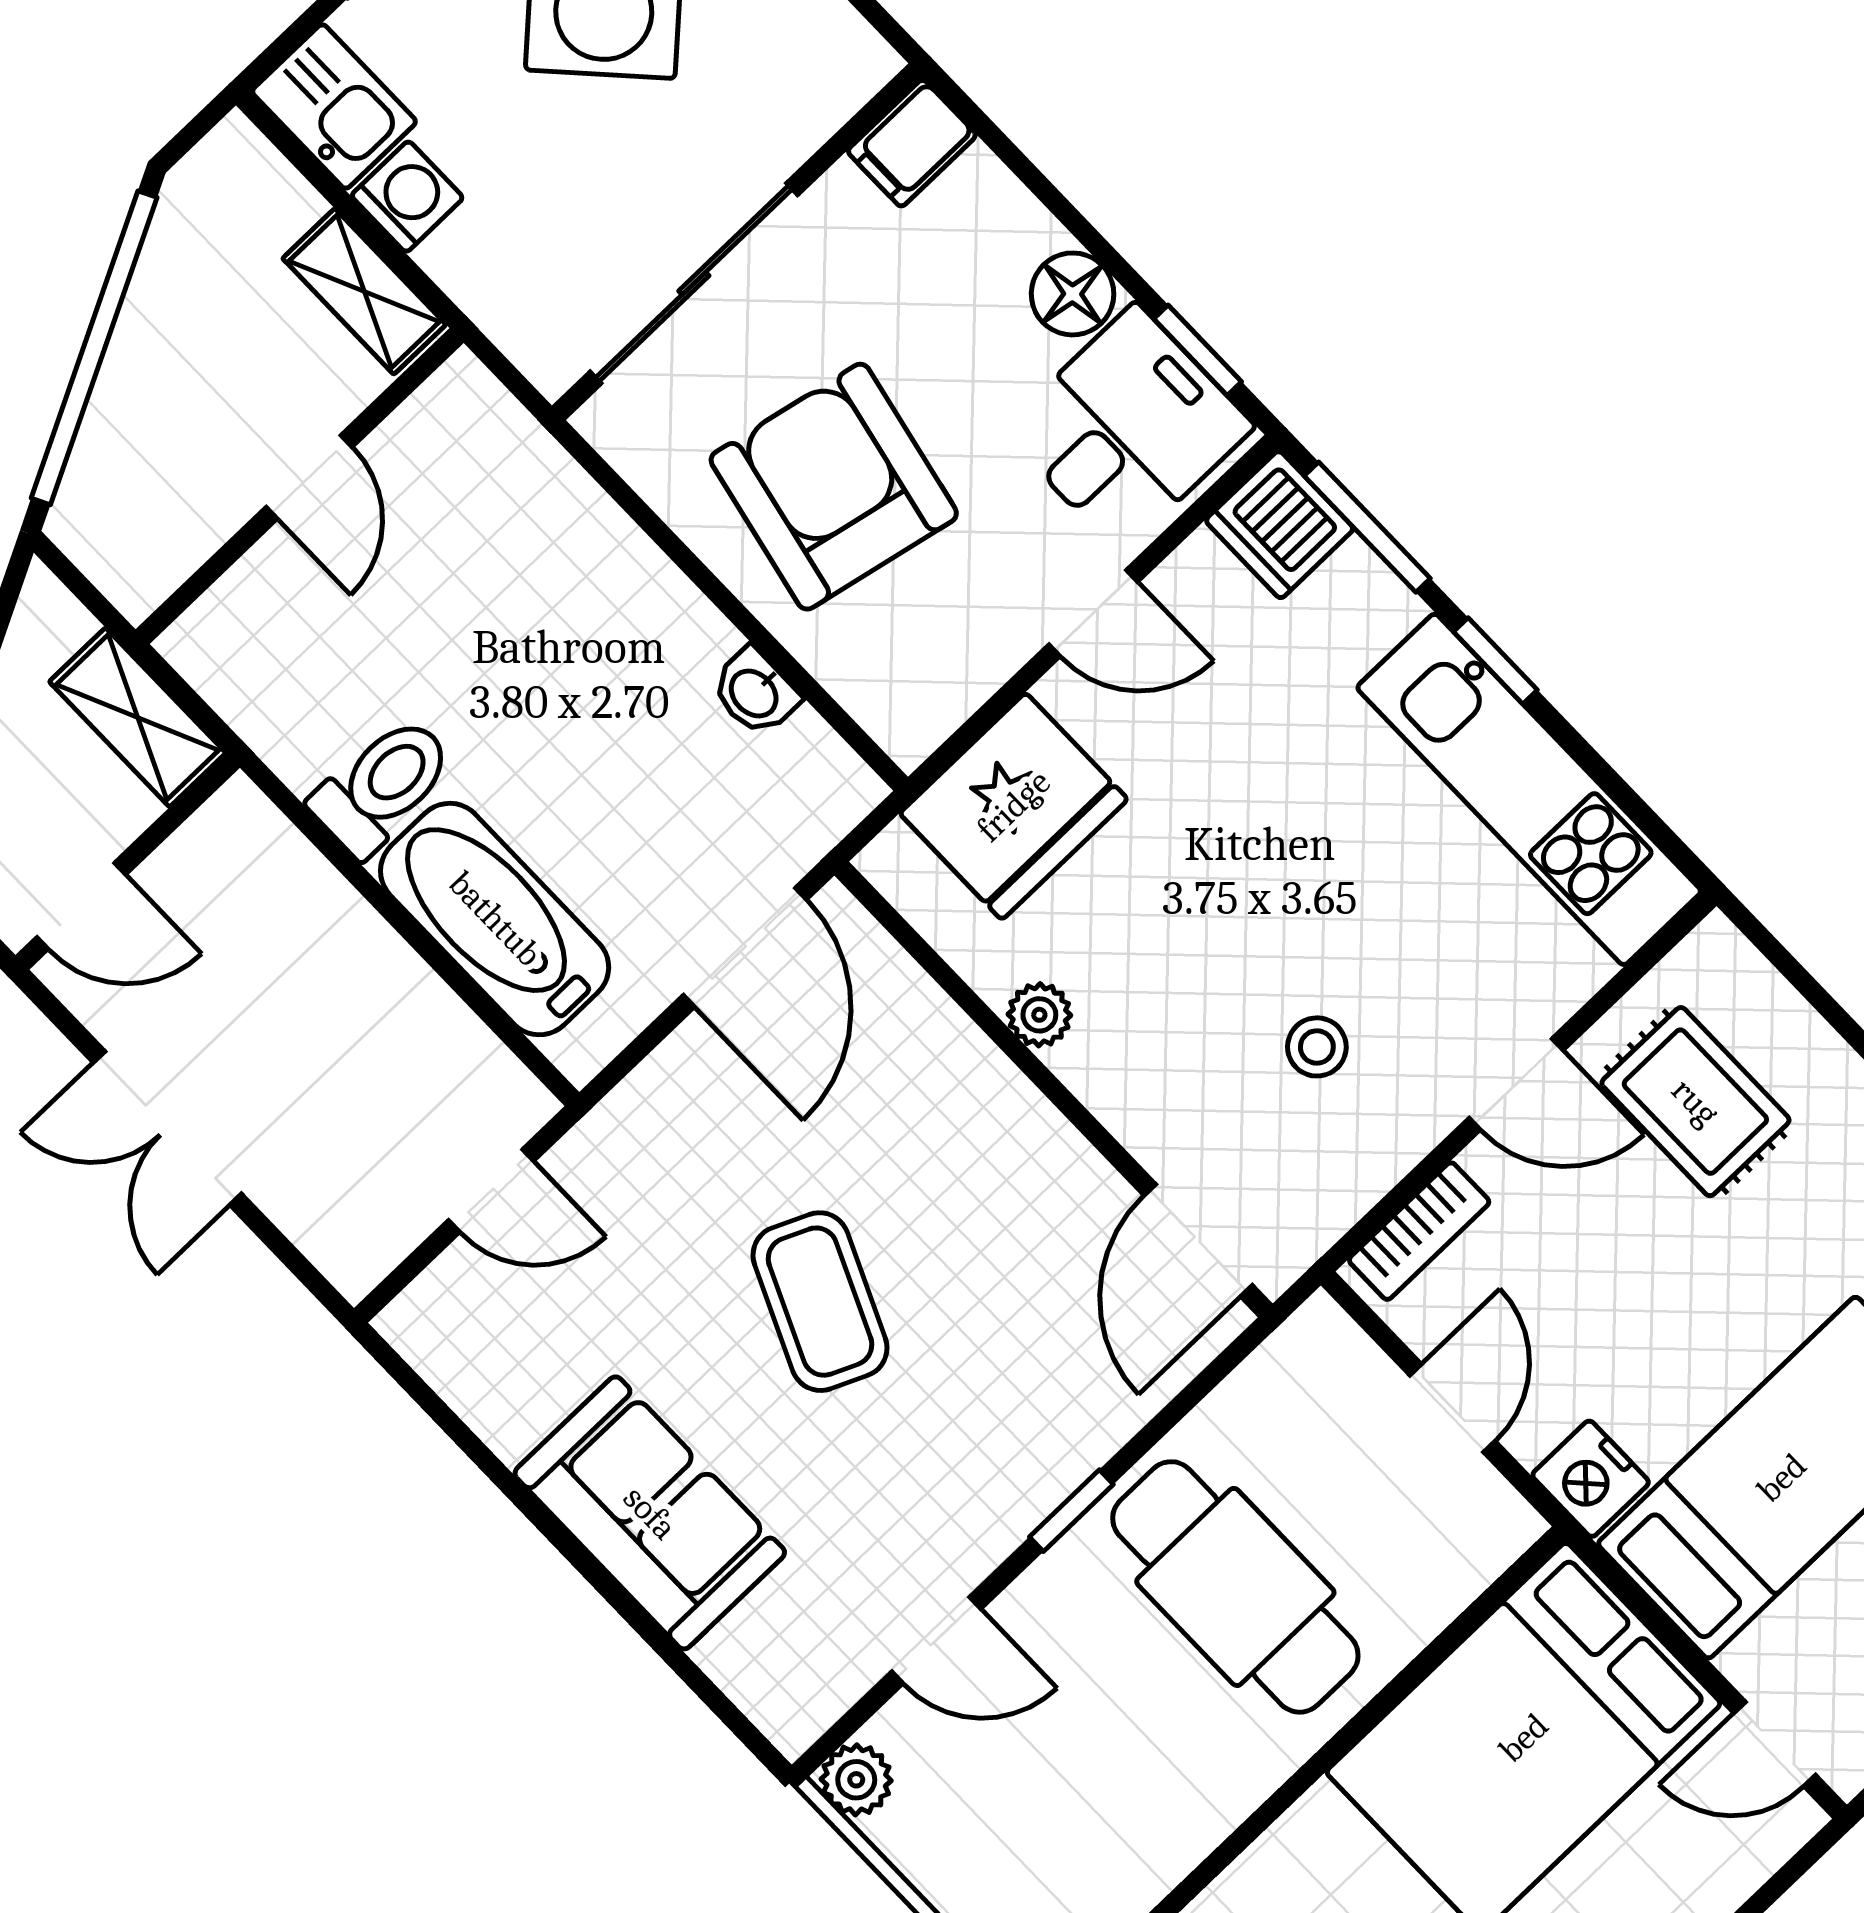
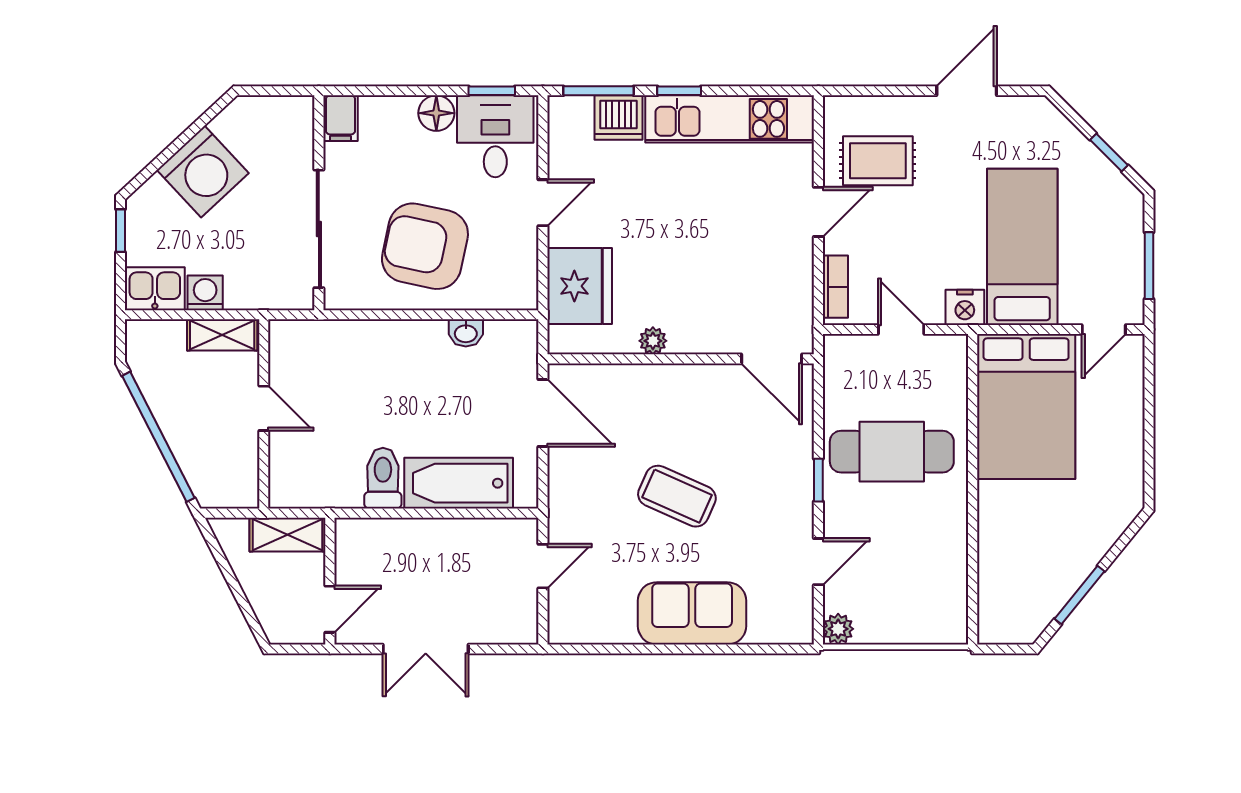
dishwasher: (1280, 525) -> (619, 118), moved
stool: (1317, 1047) -> (747, 263), removed

